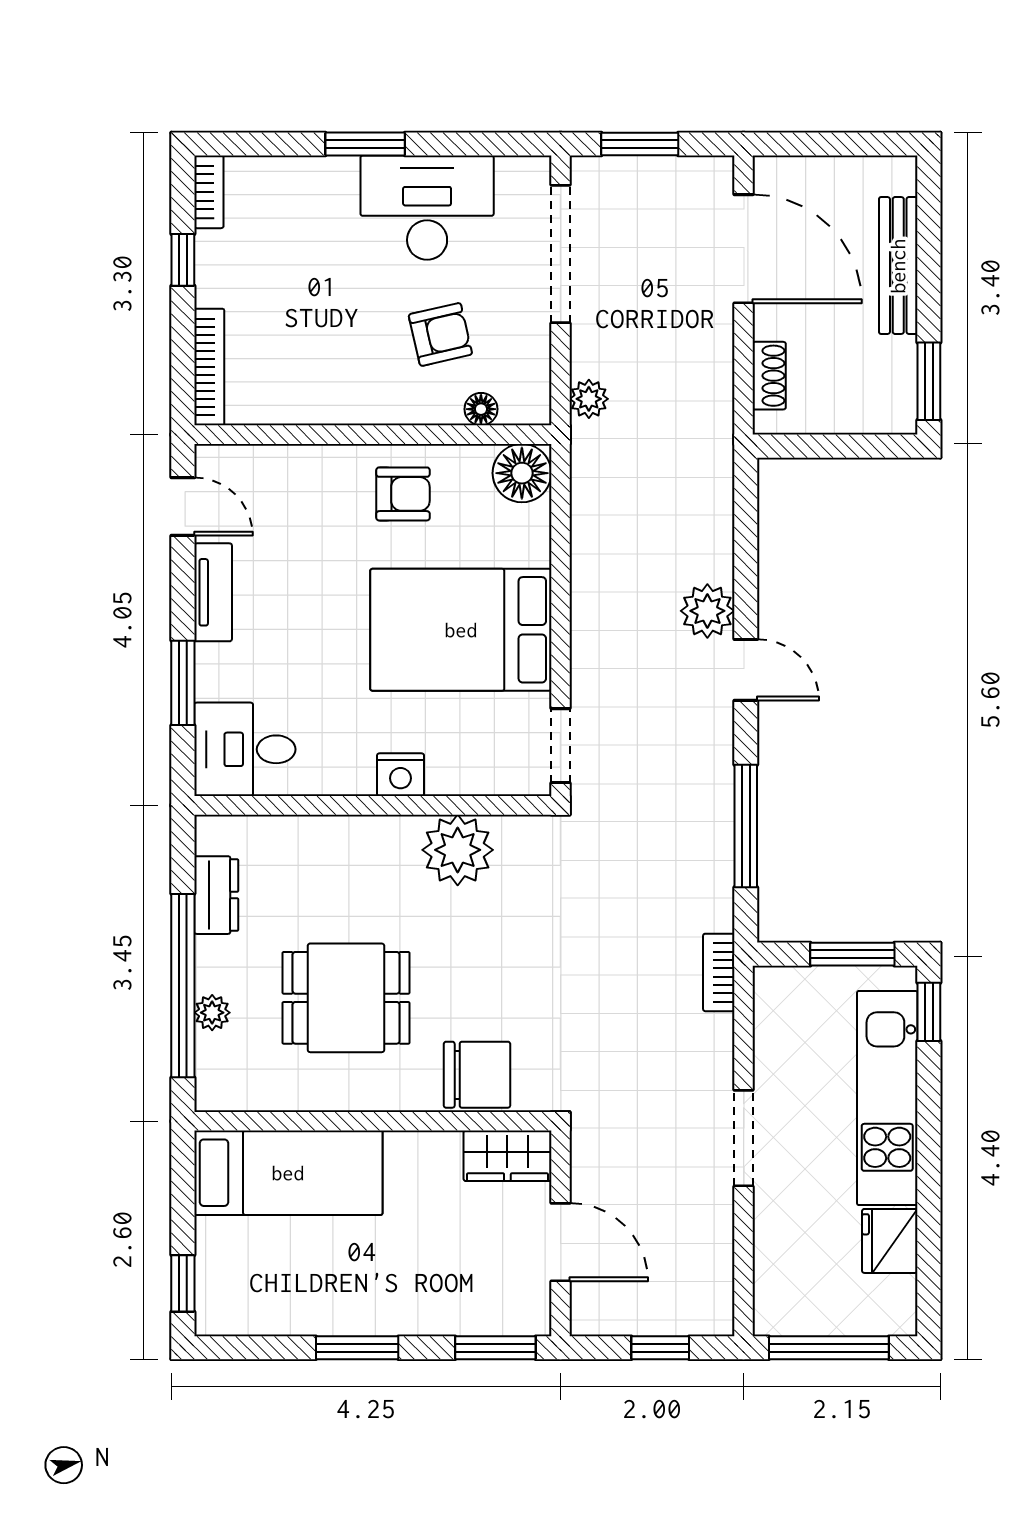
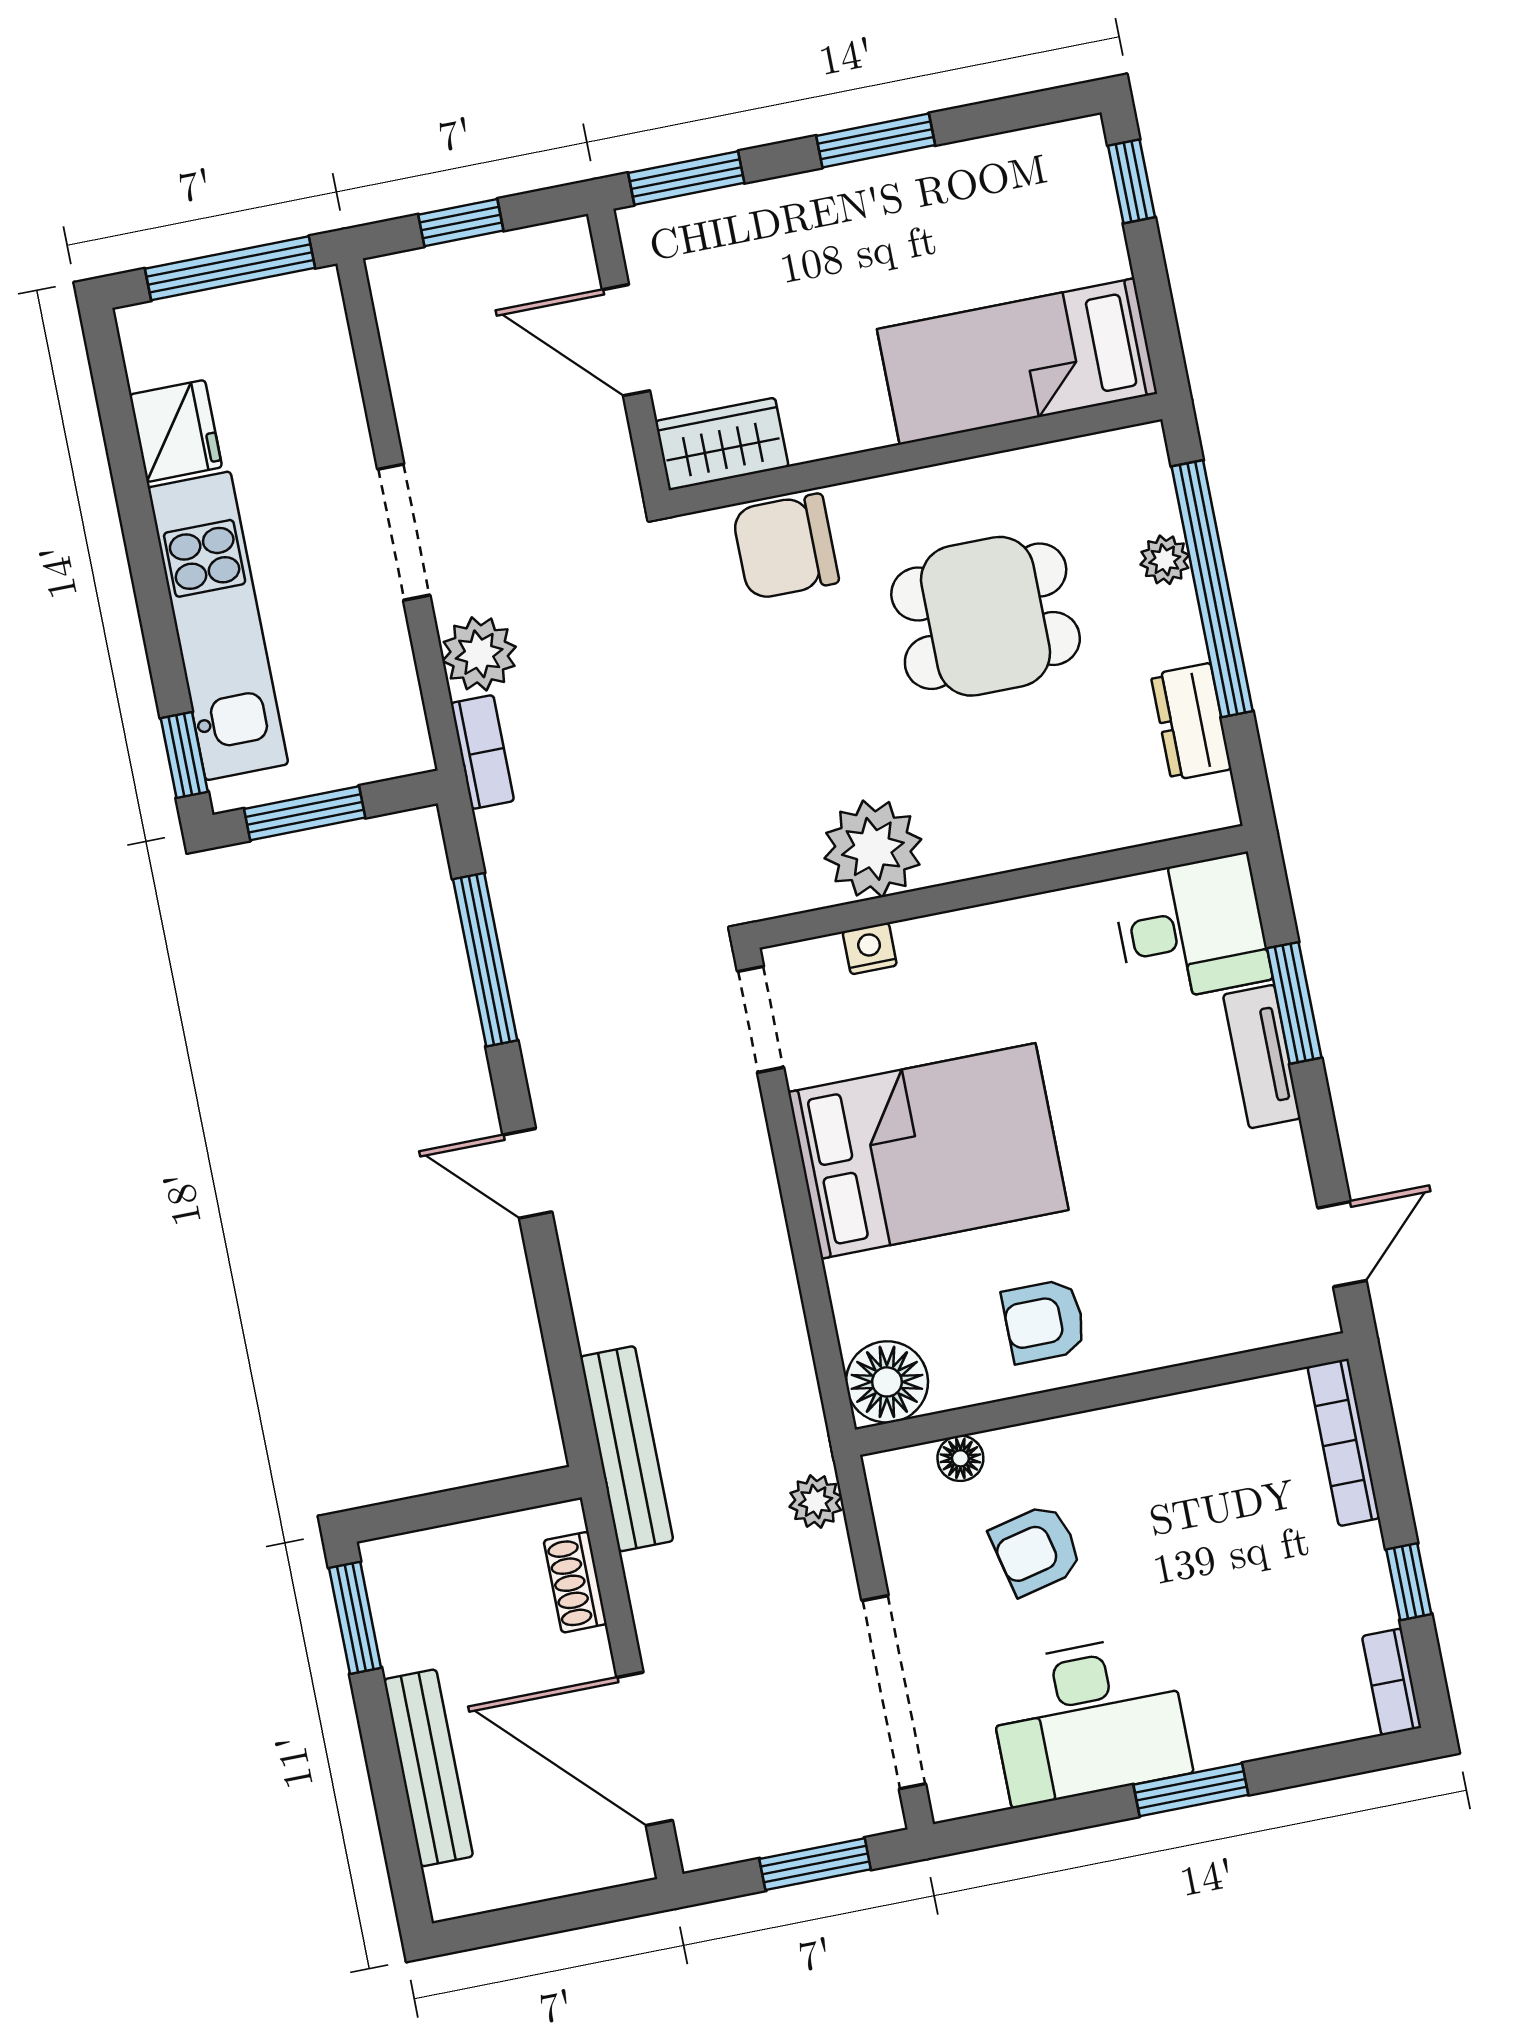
bench: (714, 462) -> (627, 1449), added
door: (183, 507) -> (1342, 1244), swing flipped
tv unit: (213, 592) -> (1262, 1057), moved
plant: (707, 611) -> (479, 654), moved
nightstand: (401, 775) -> (870, 948), moved, width x0.72, depth x0.74

